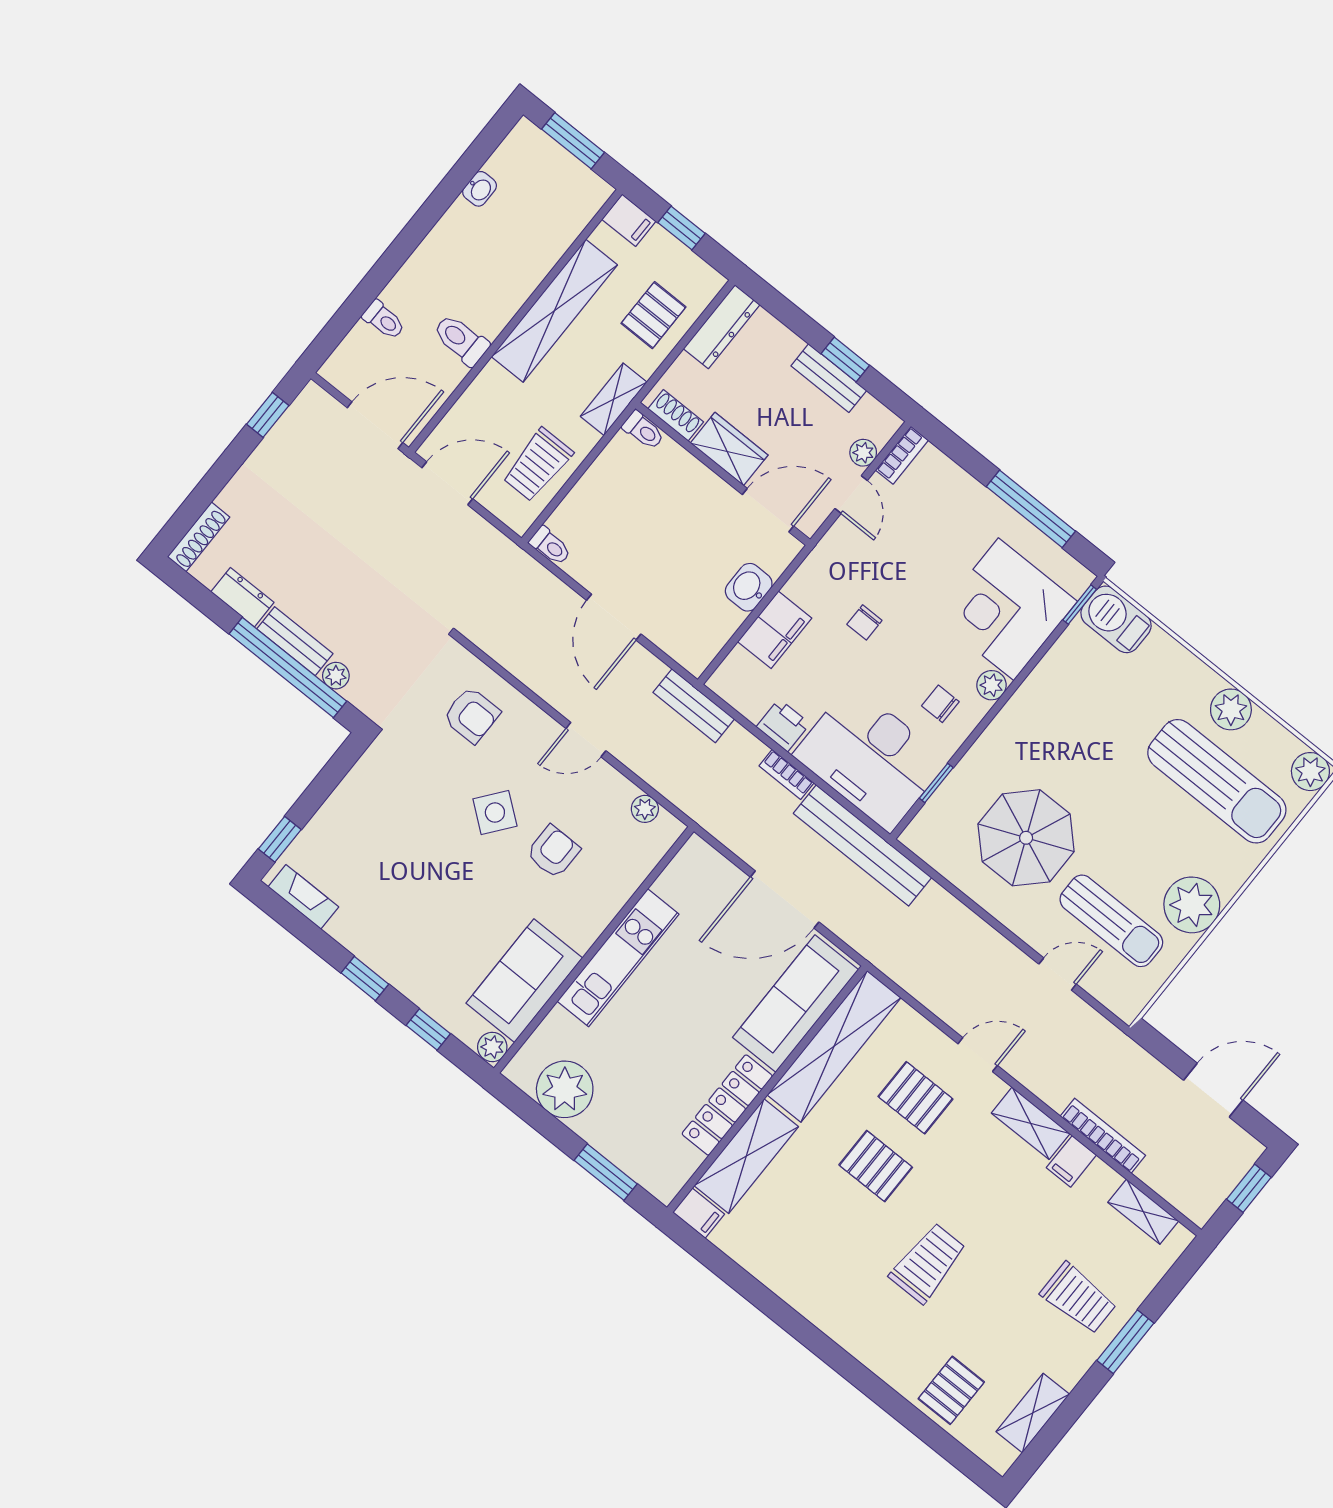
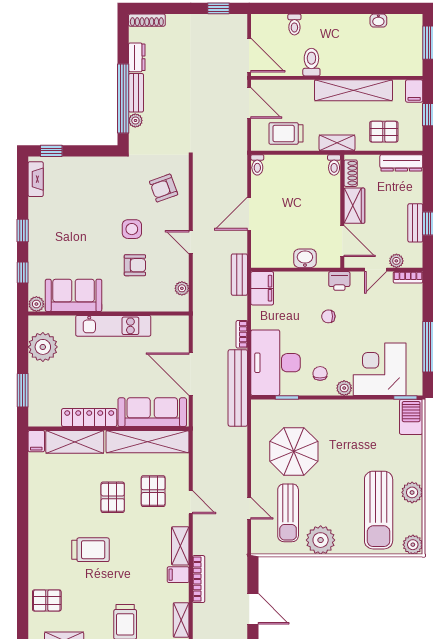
filing cabinet: (775, 630) -> (262, 288), moved, turned -90
armchair: (472, 715) -> (164, 188), turned 70
printer: (783, 725) -> (339, 281), moved, turned 90
side table: (495, 813) -> (132, 229), turned -38

